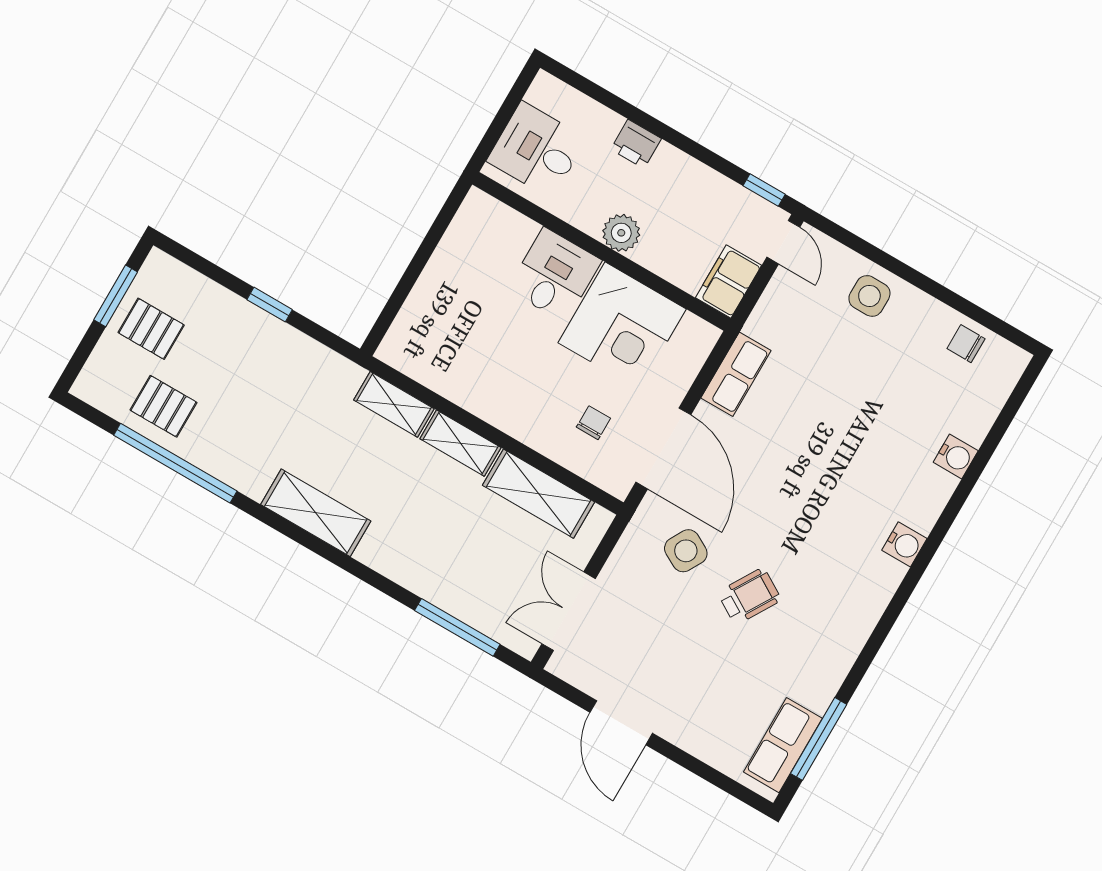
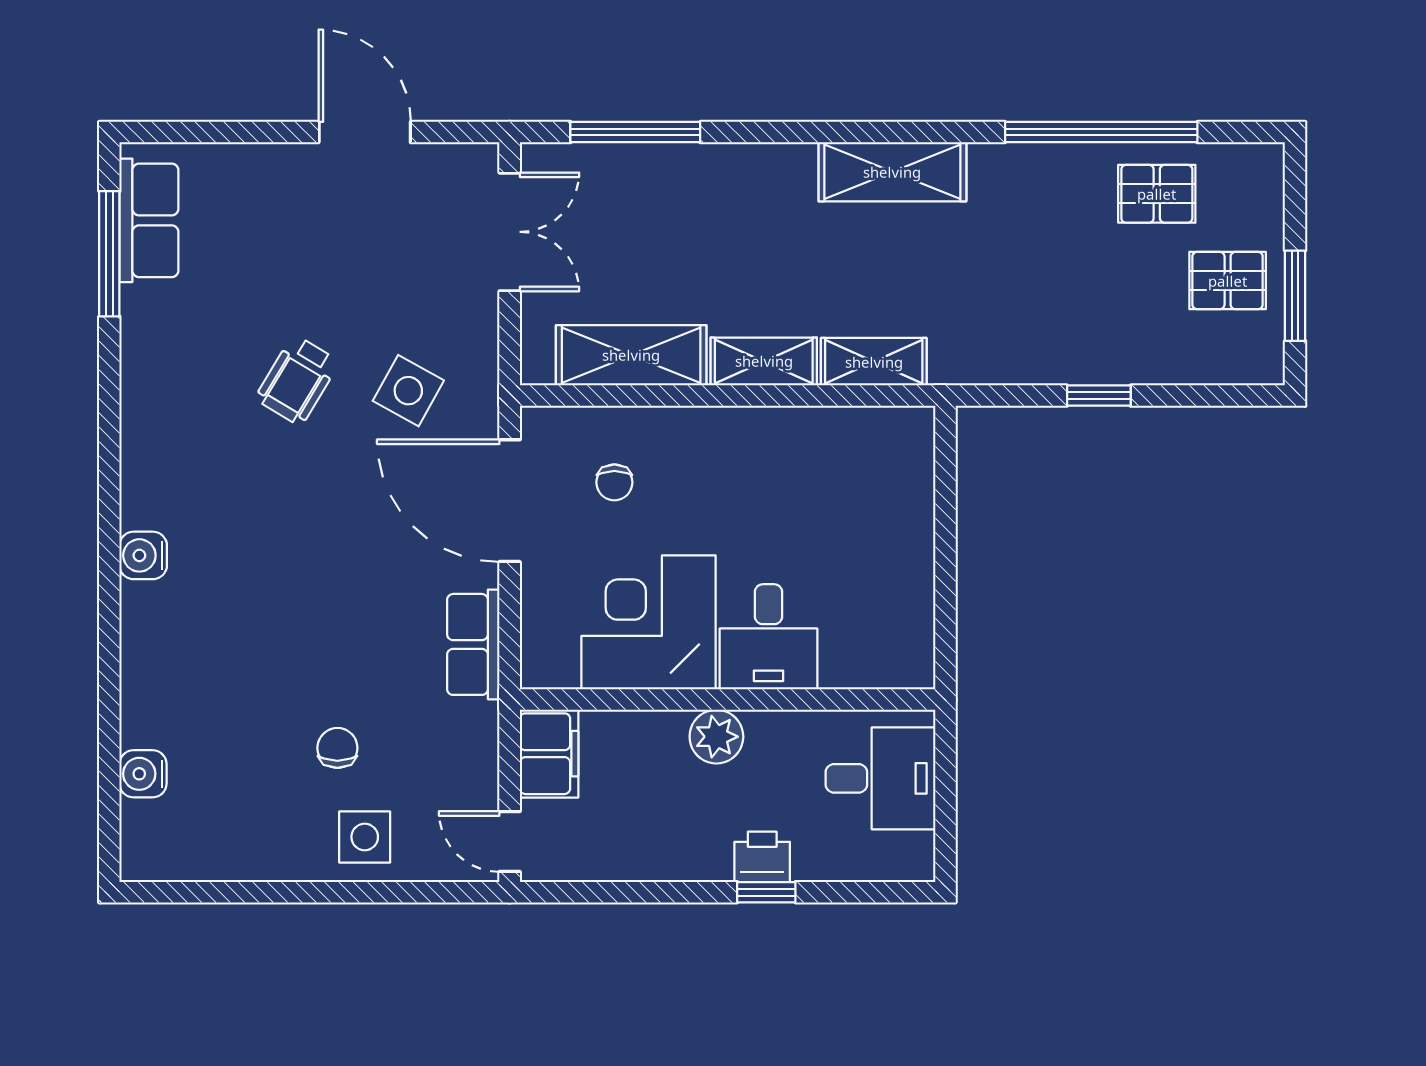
window: (764, 190) -> (766, 892), moved
chair: (966, 344) -> (337, 748), moved, turned -90
water cooler: (956, 456) -> (143, 774), moved

